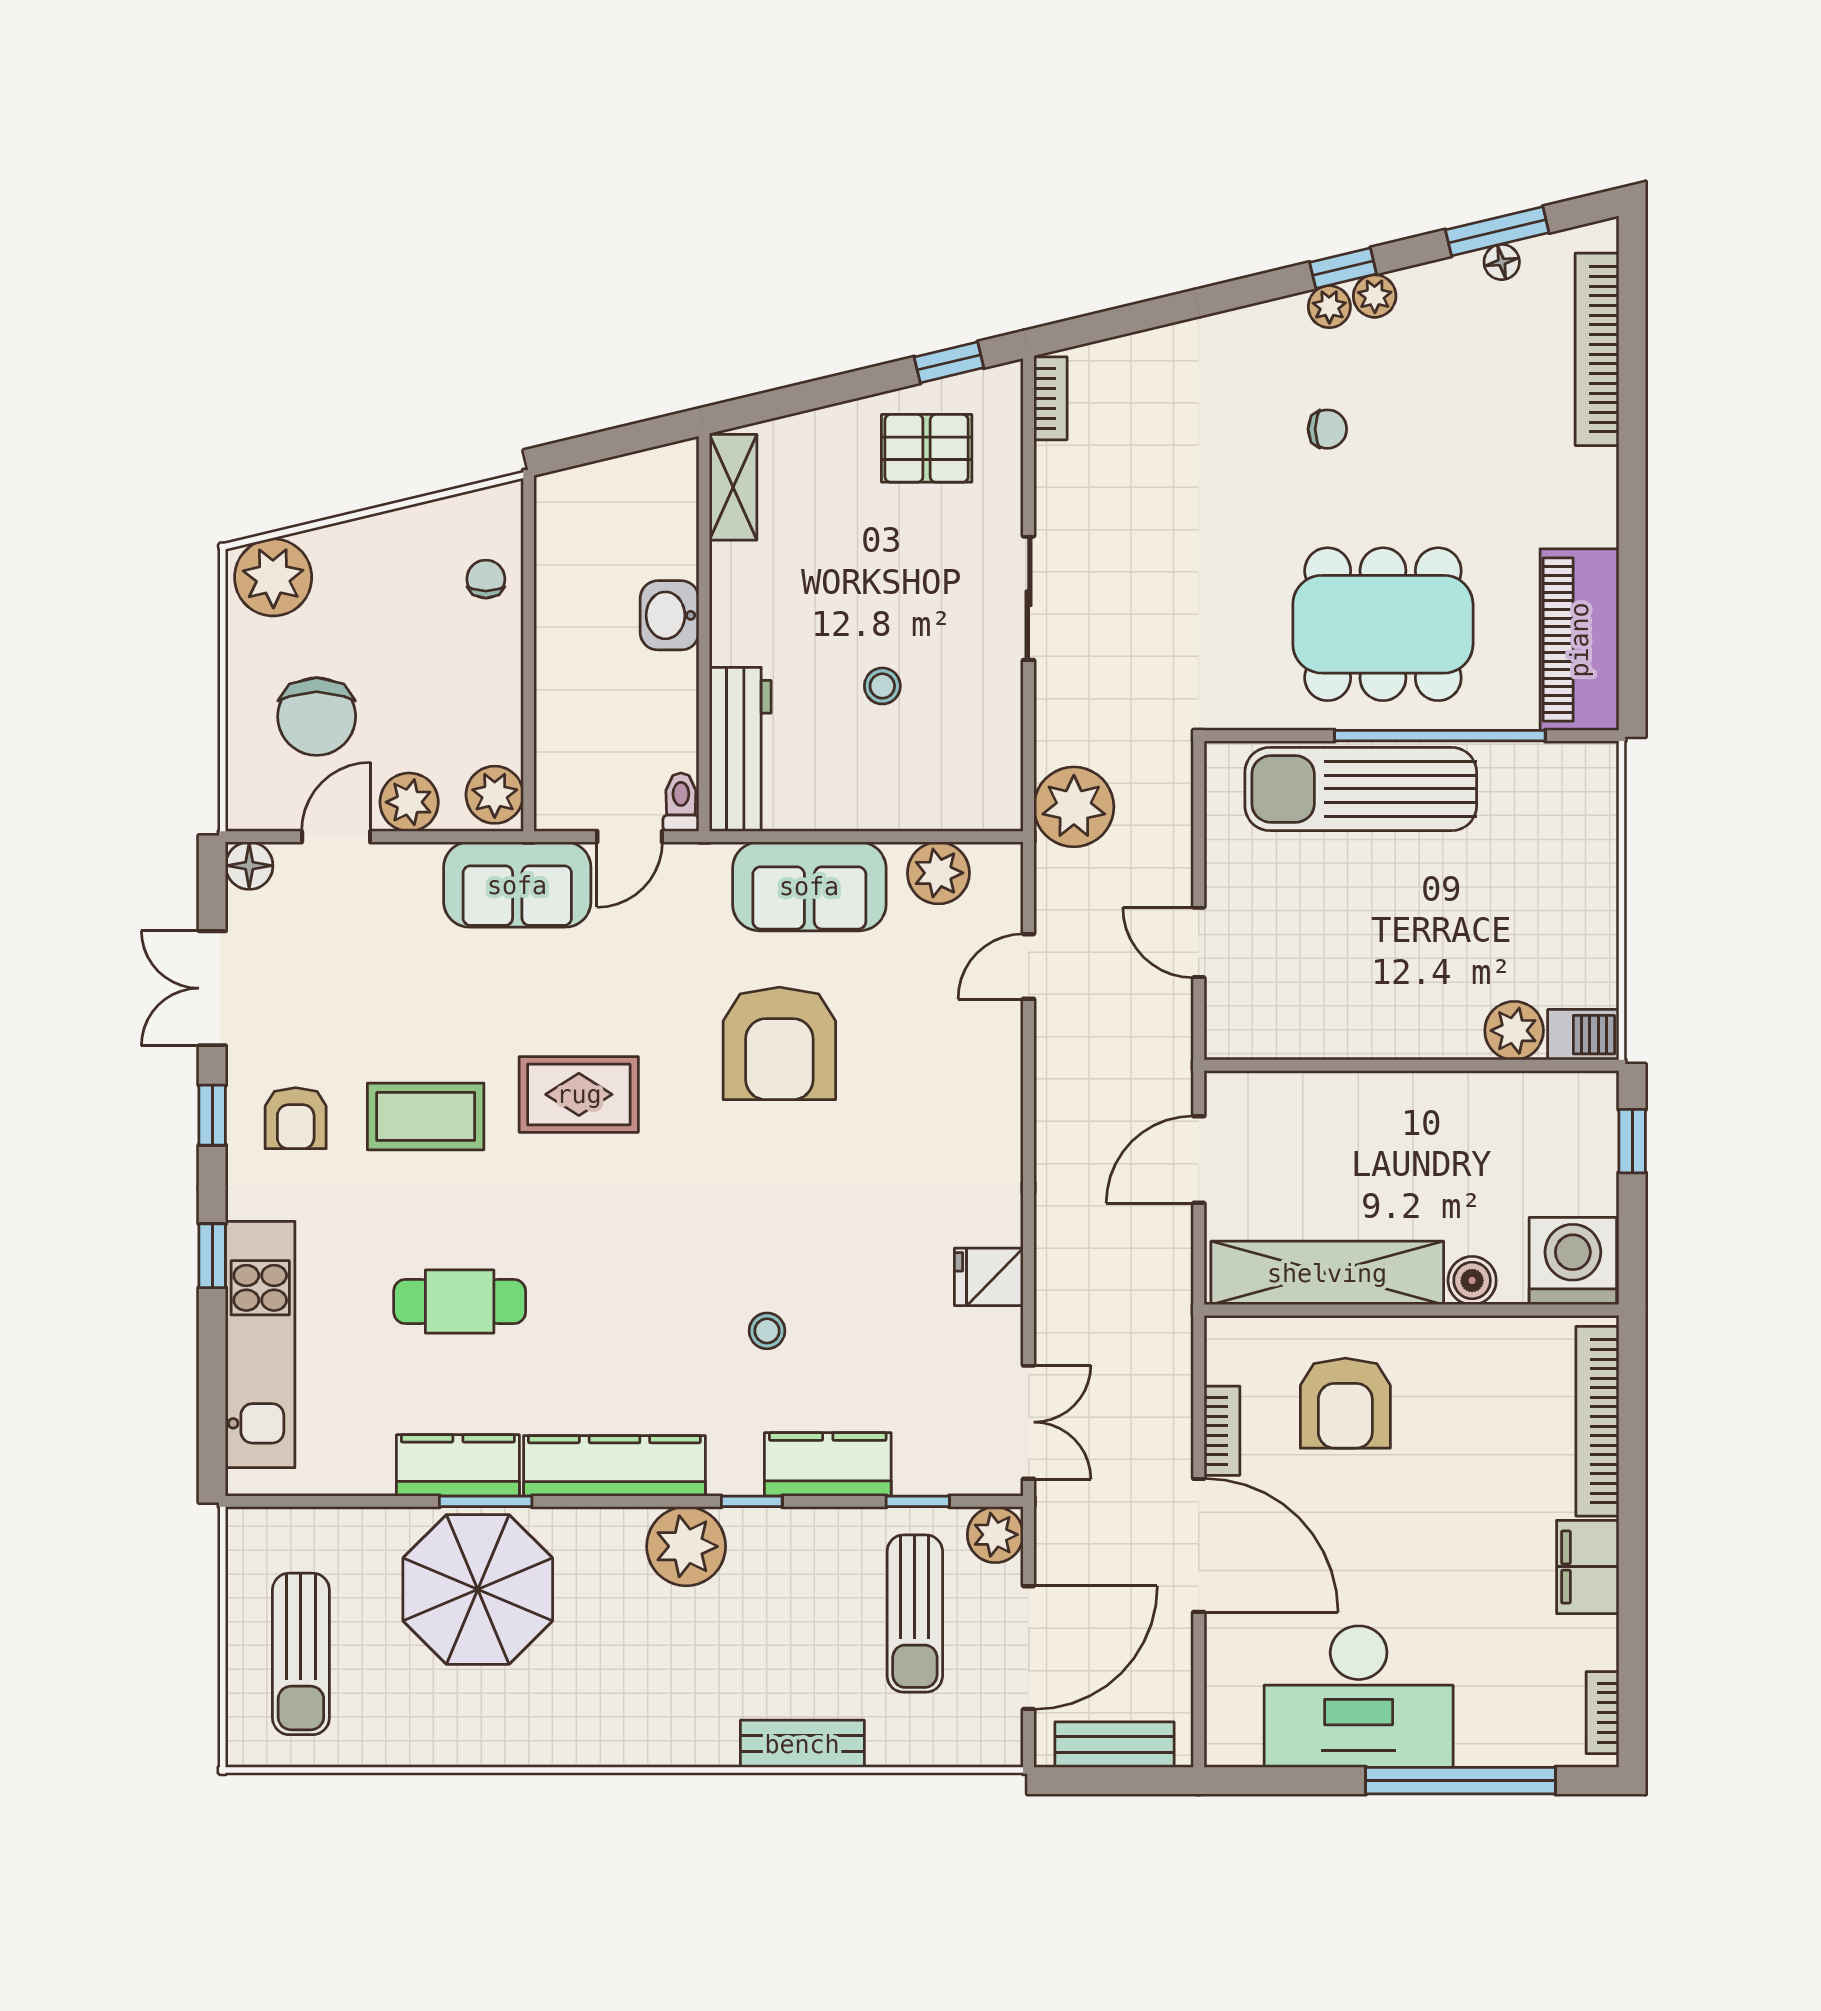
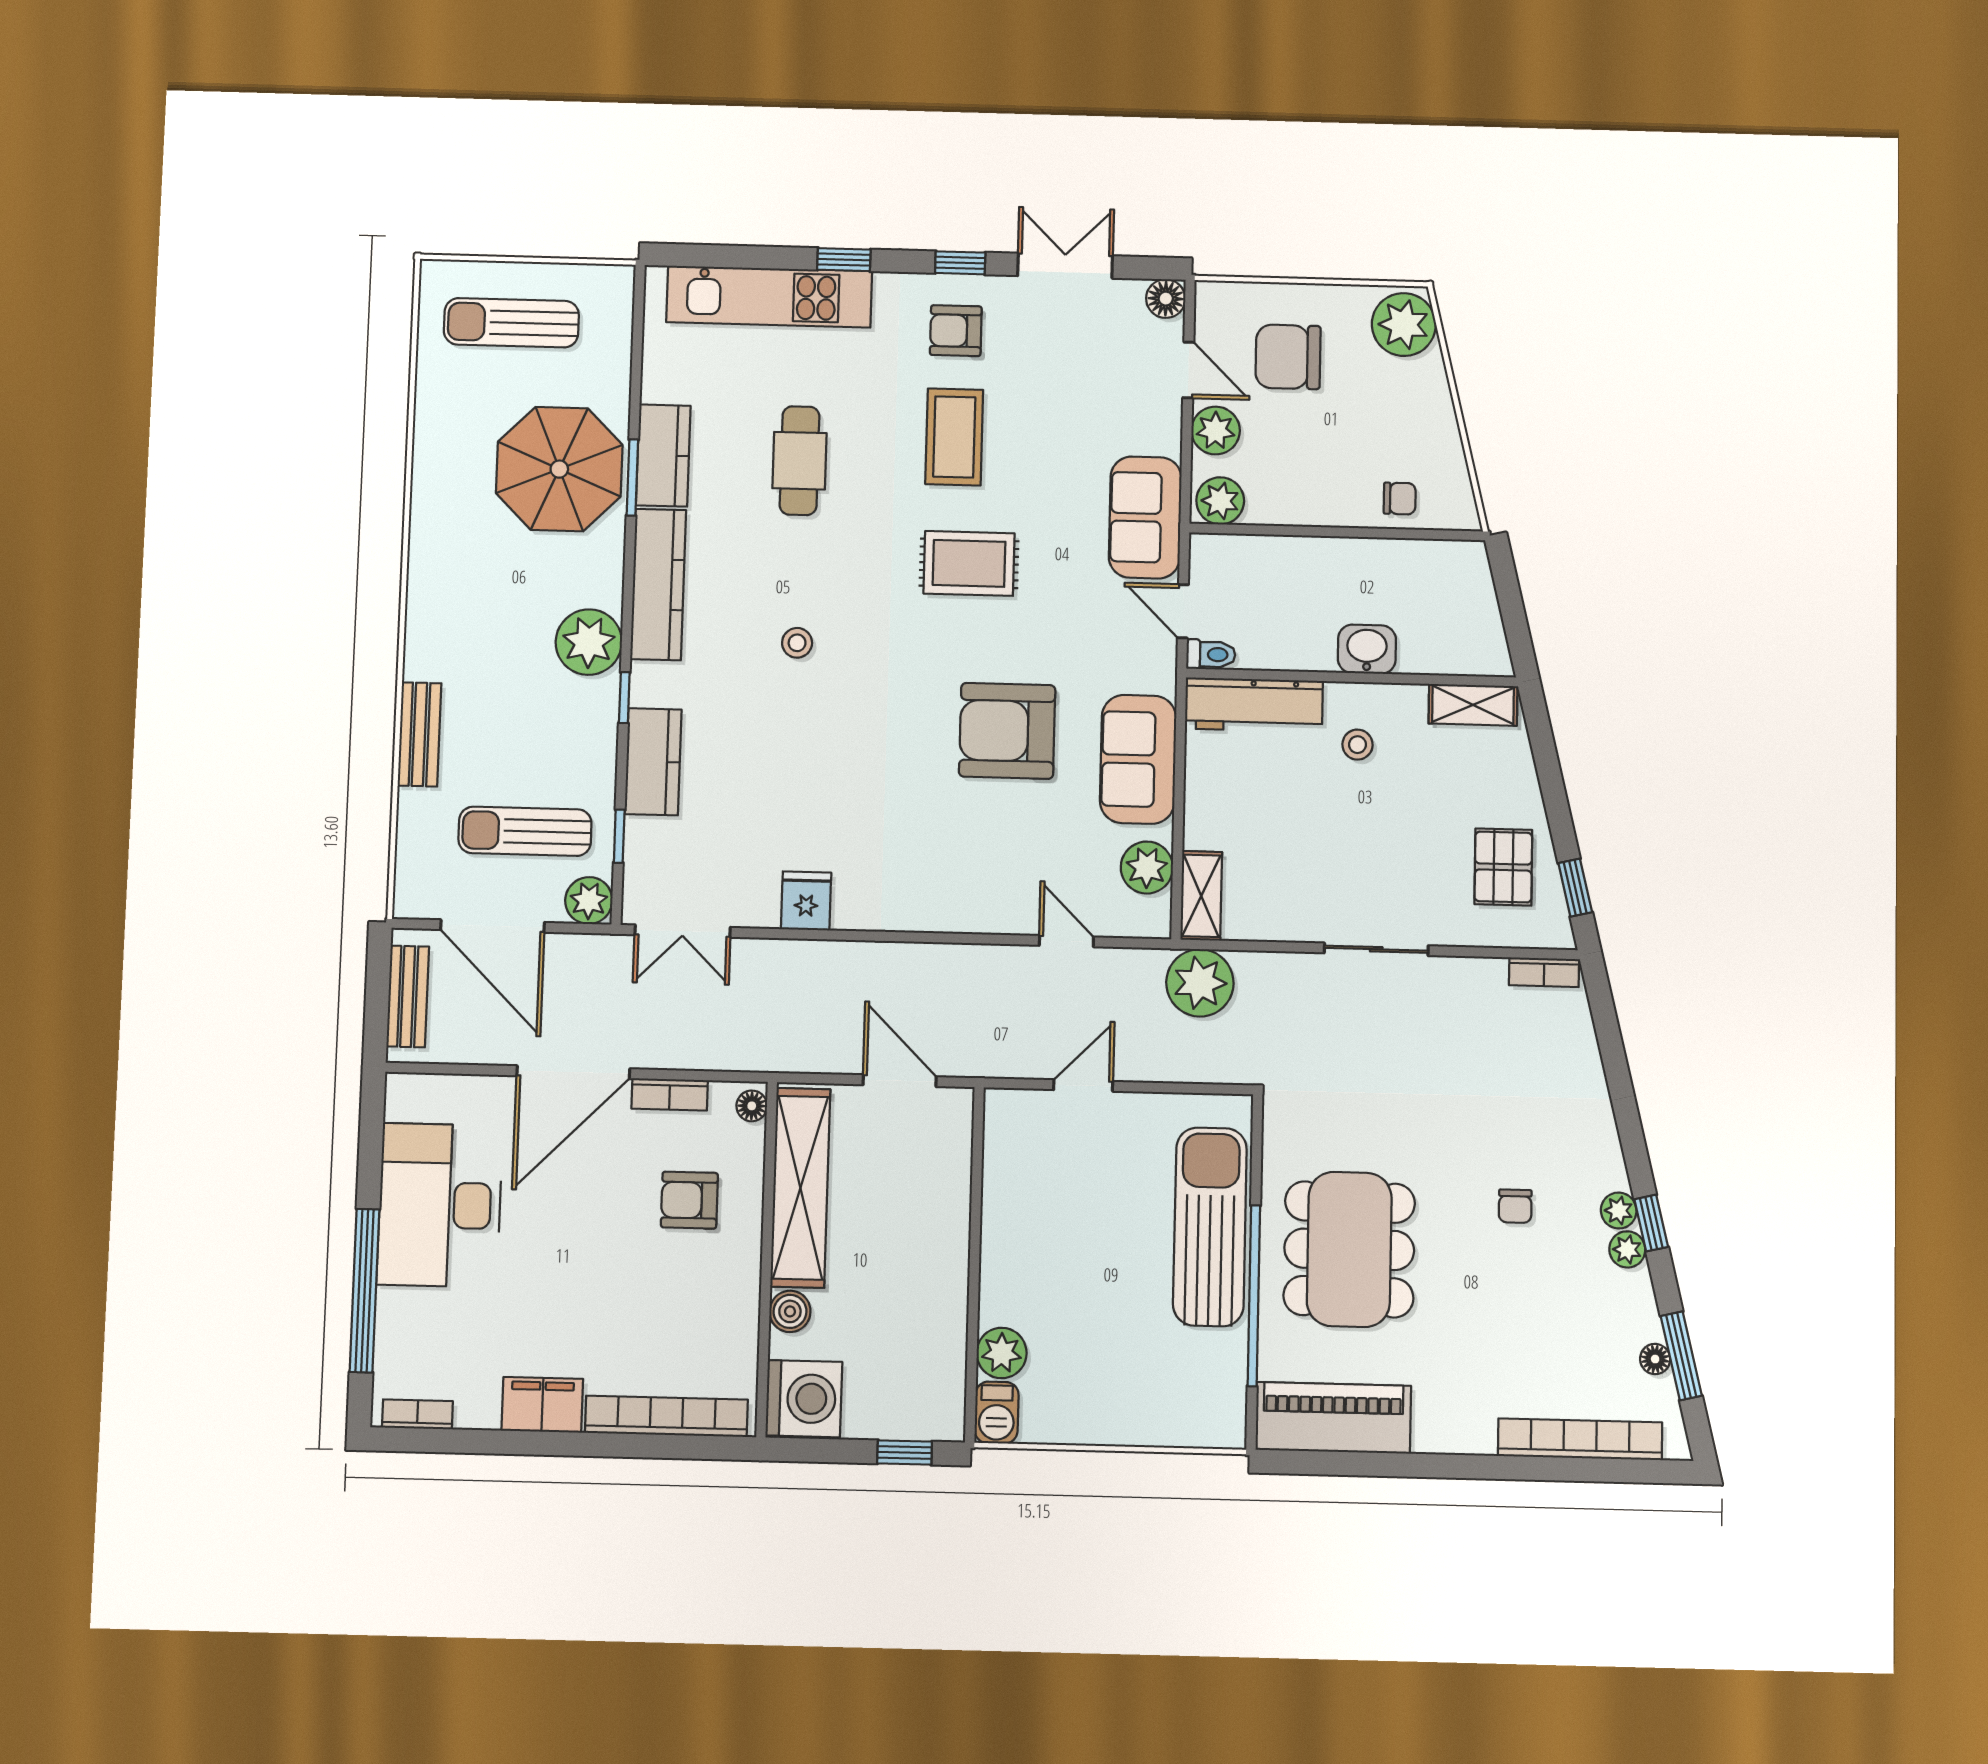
stool: (882, 686) -> (1358, 745), moved
shelving: (970, 808) -> (1201, 896), added
rug: (579, 1094) -> (969, 563), turned 90
stool: (767, 1331) -> (797, 643), moved
floor lamp: (1233, 1333) -> (752, 1106), added
armchair: (1345, 1403) -> (689, 1200), width x0.72, depth x0.72

